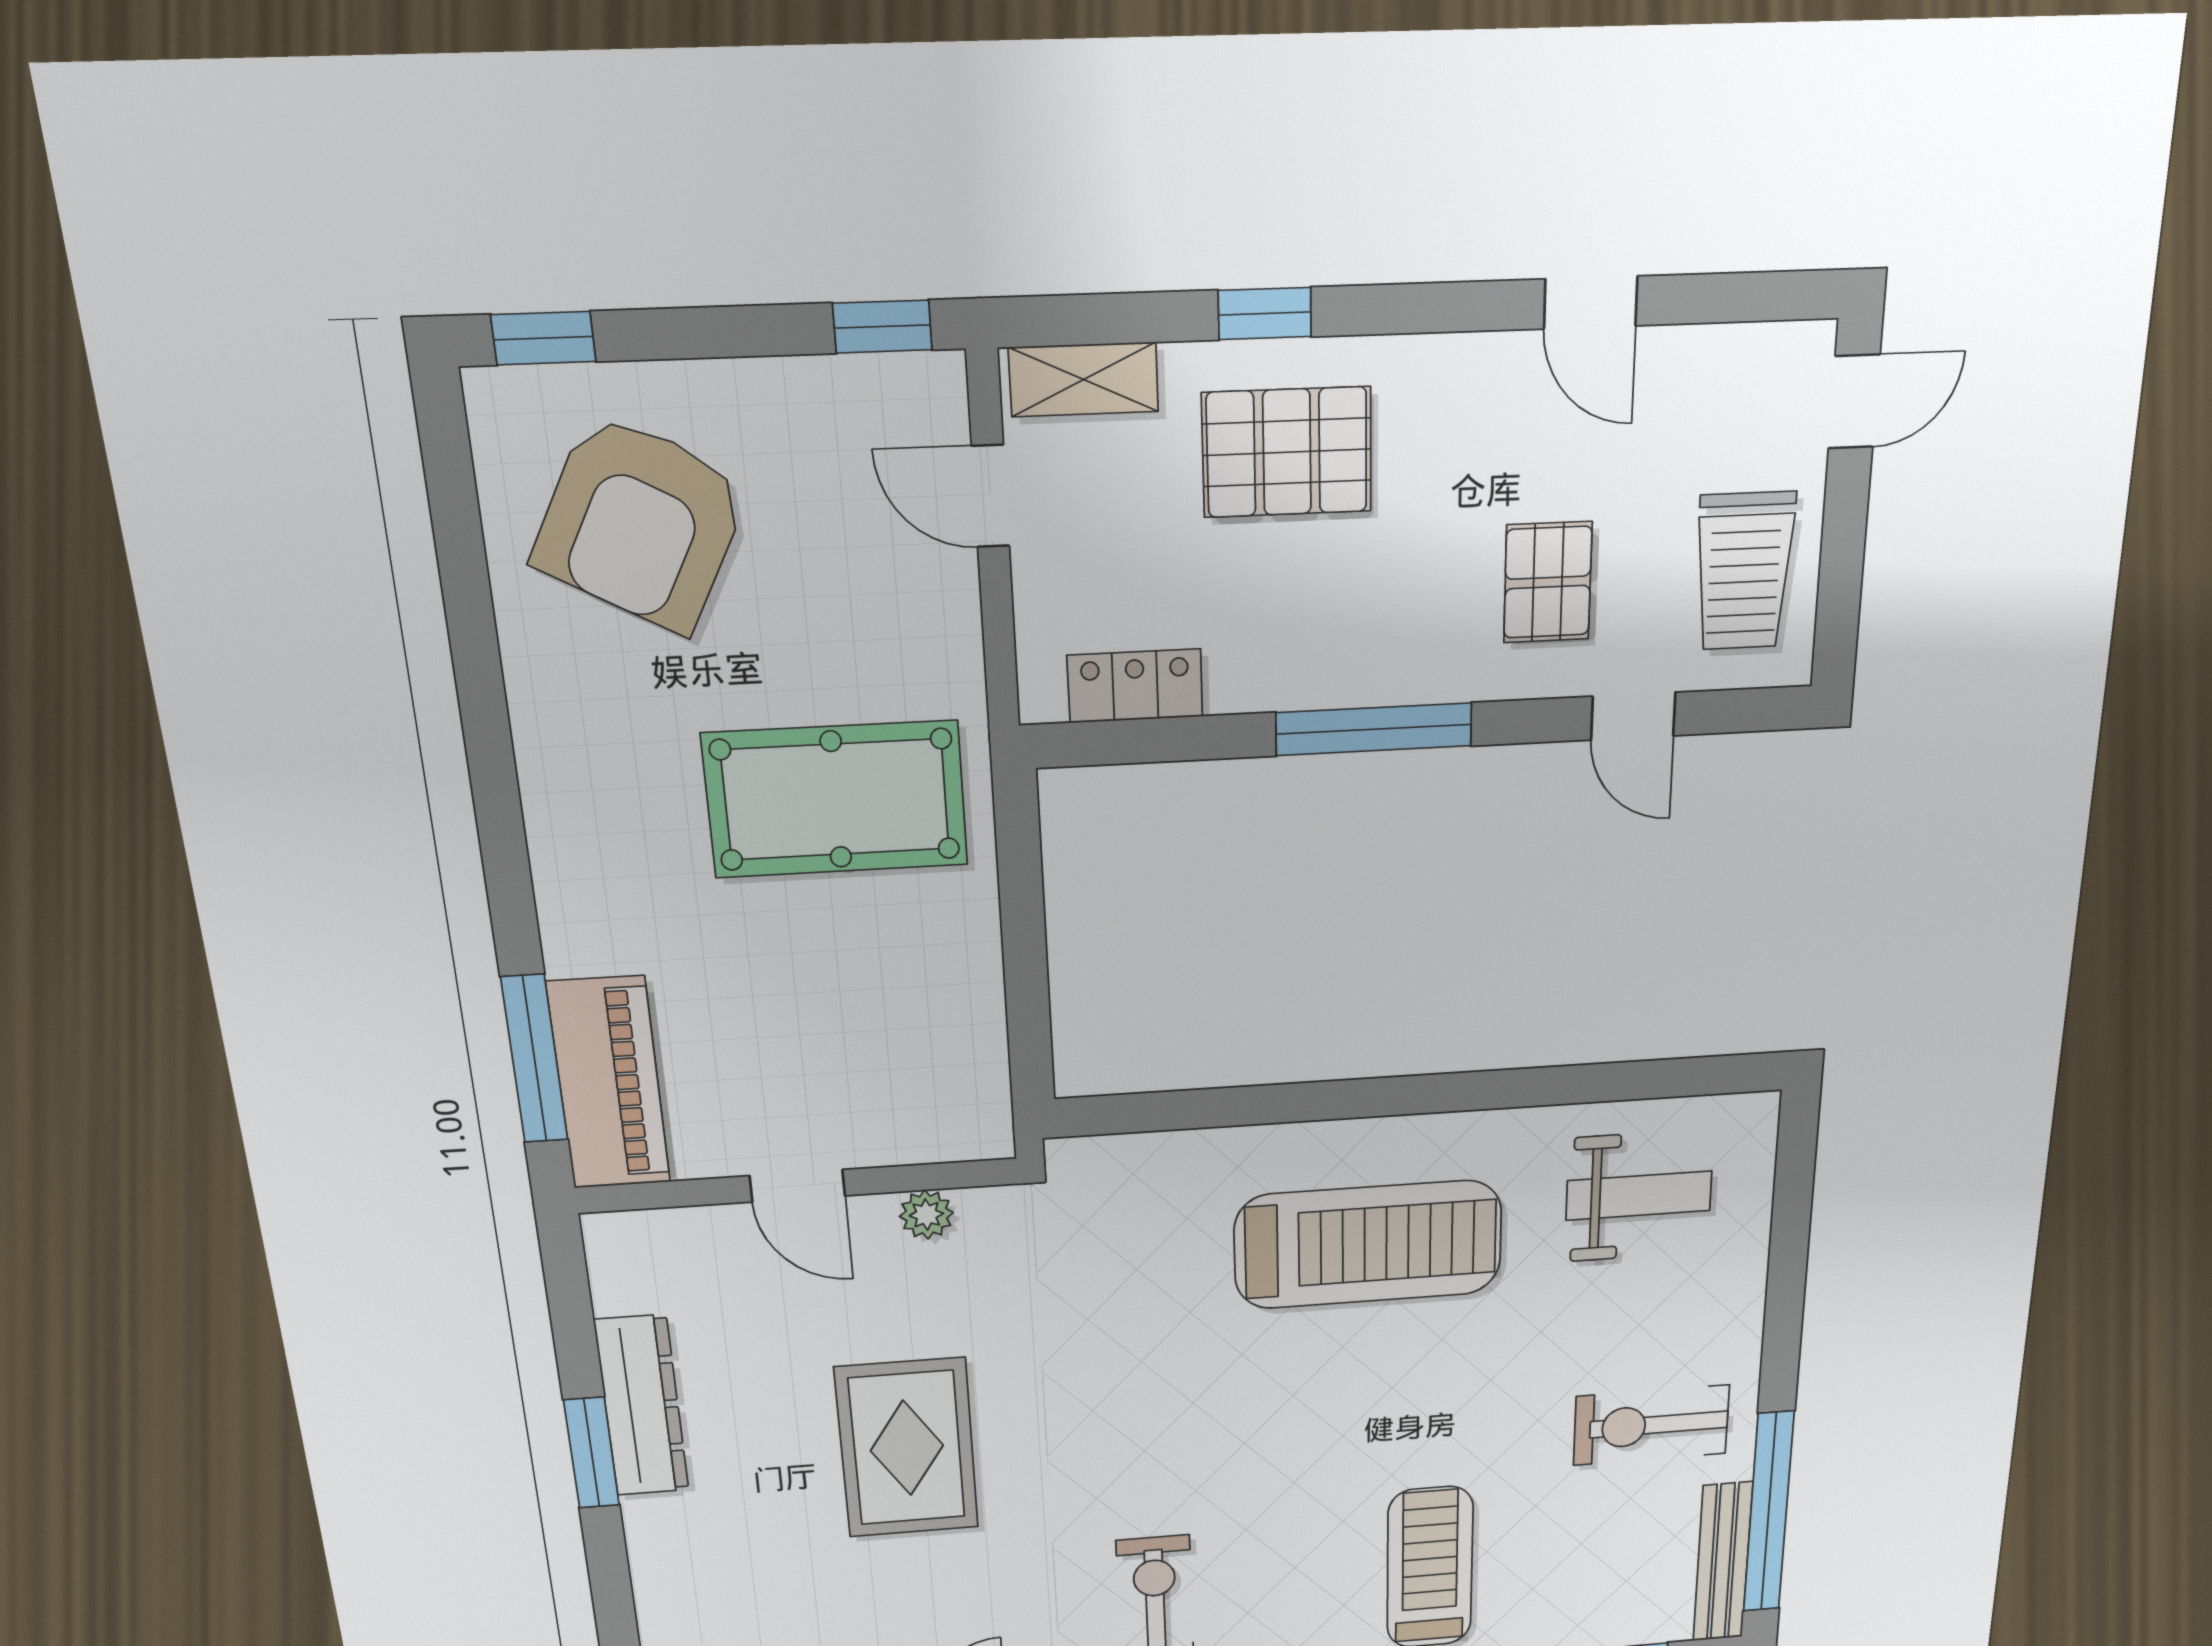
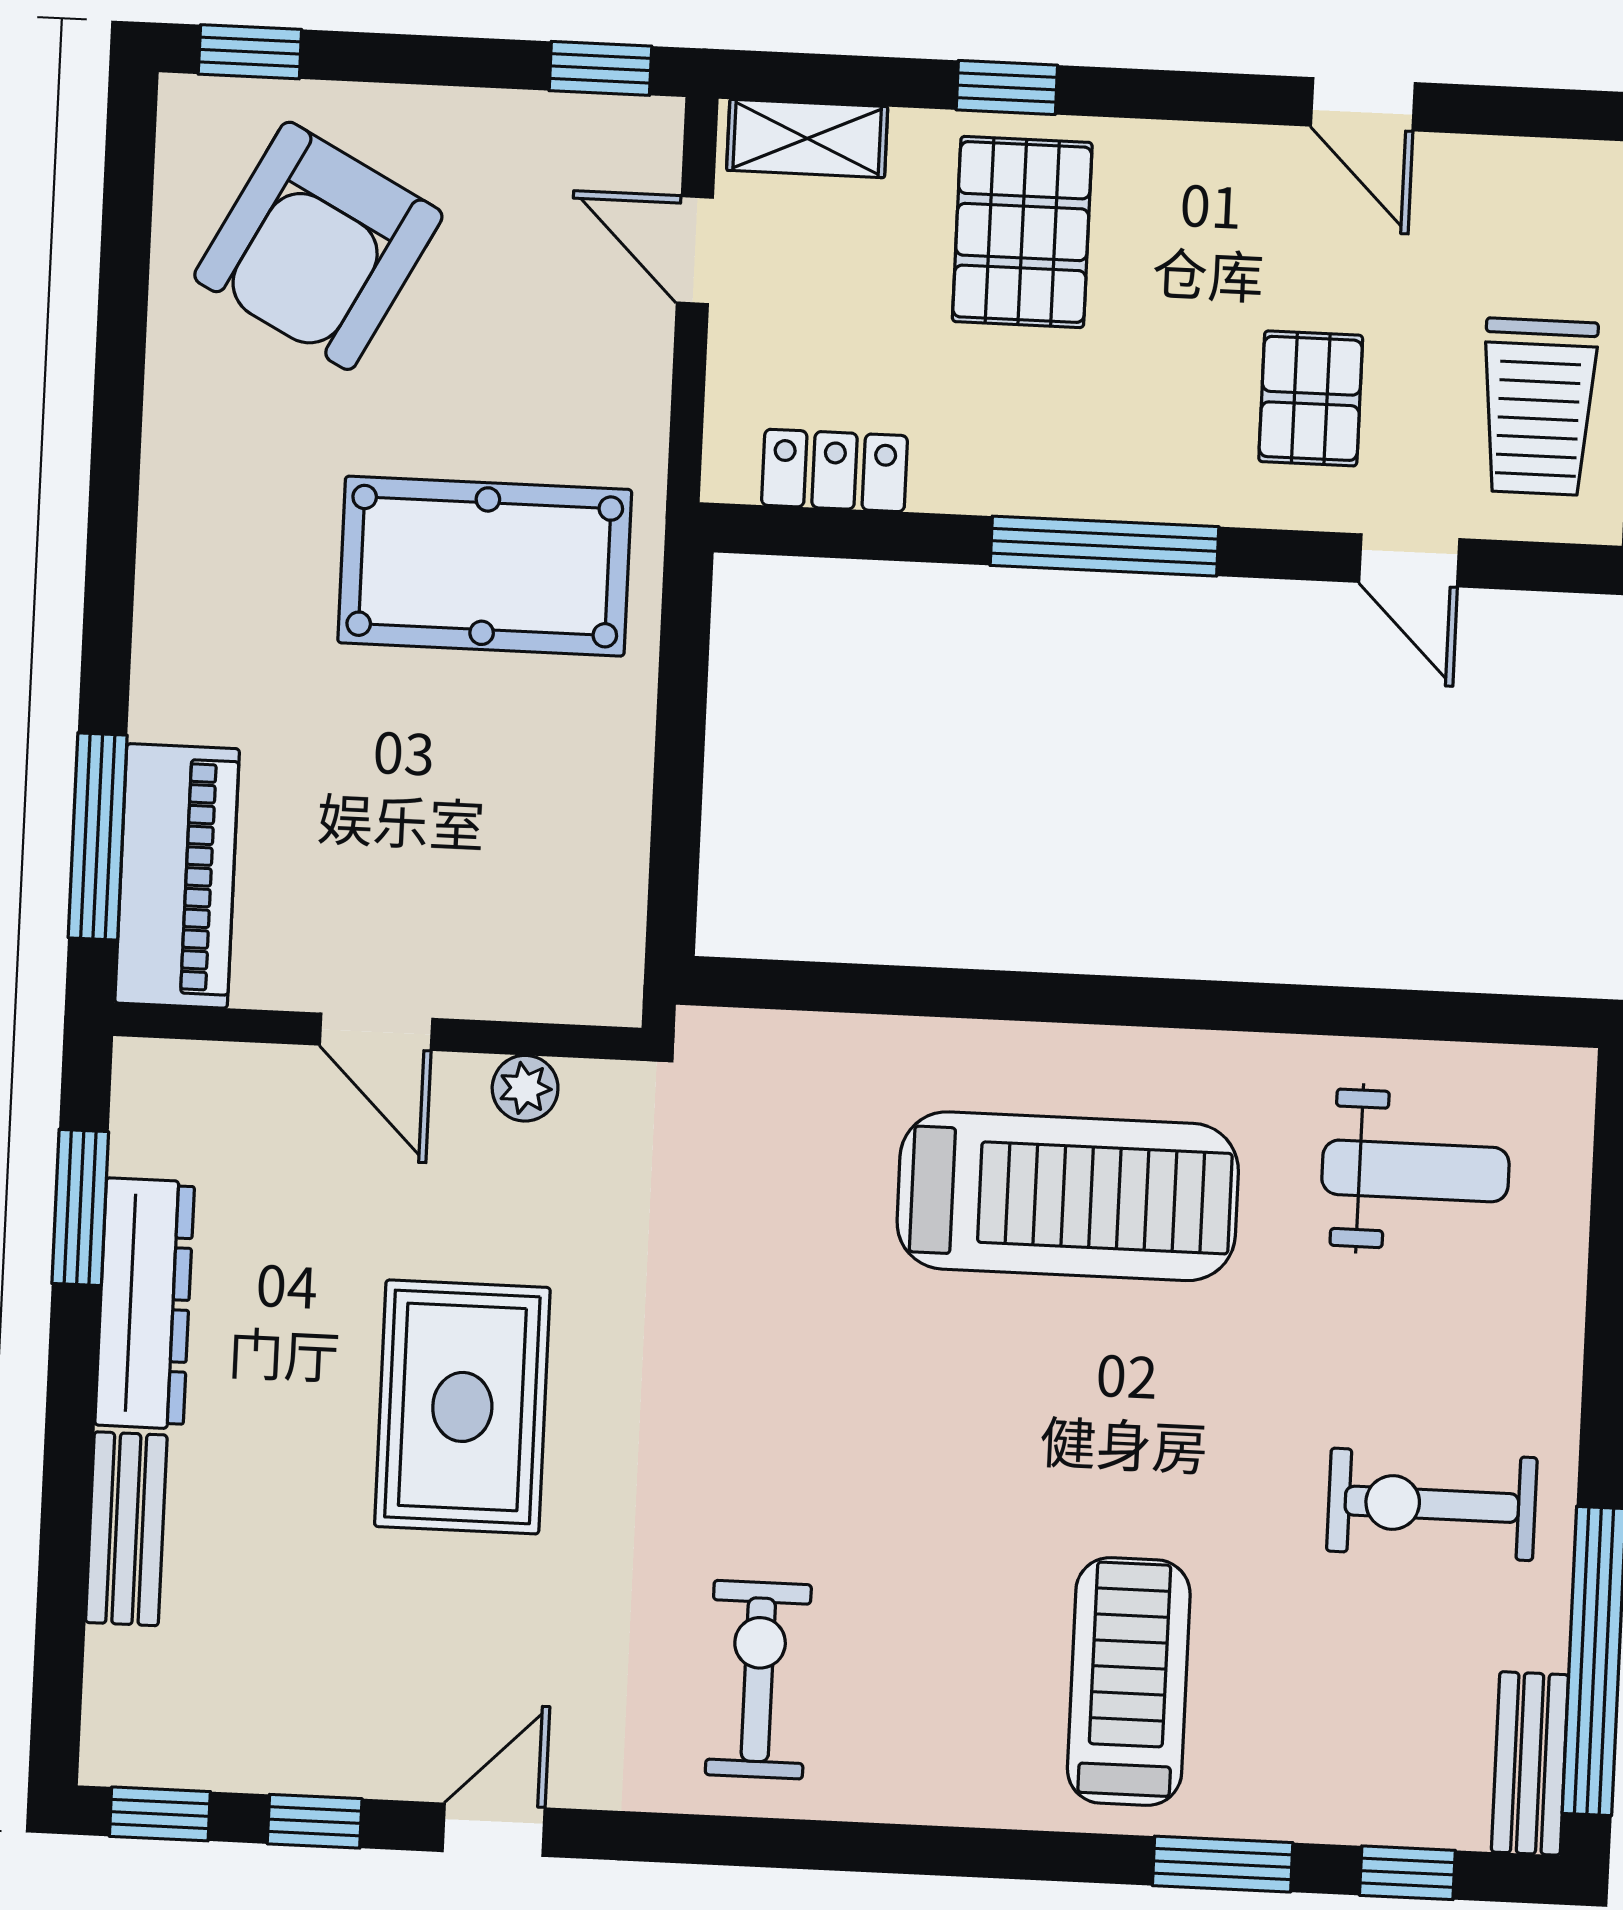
pallet: (1287, 452) -> (1022, 232), turned 90
window: (592, 1453) -> (80, 1208), moved
bench: (657, 1562) -> (126, 1529), added
bench: (1723, 1562) -> (1530, 1763), width x0.73

